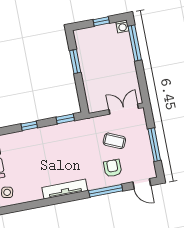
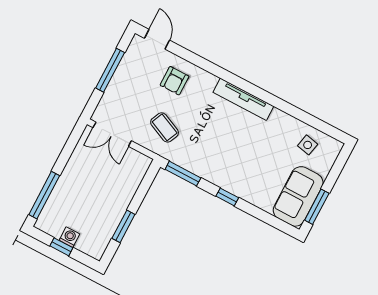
washing machine: (122, 26) -> (69, 237), moved
window: (65, 119) -> (183, 174), width x1.50
coffee table: (114, 141) -> (165, 127), moved
window: (106, 191) -> (201, 63), removed

